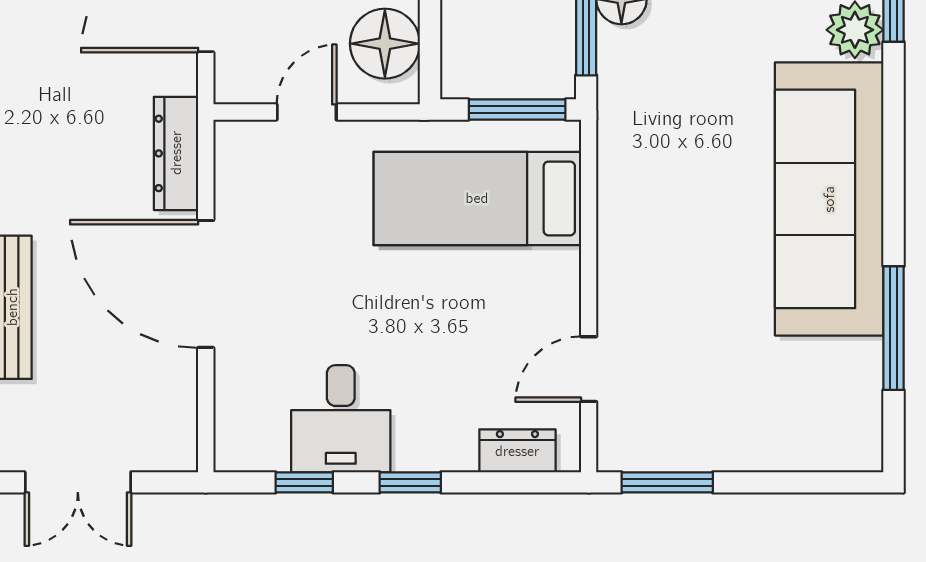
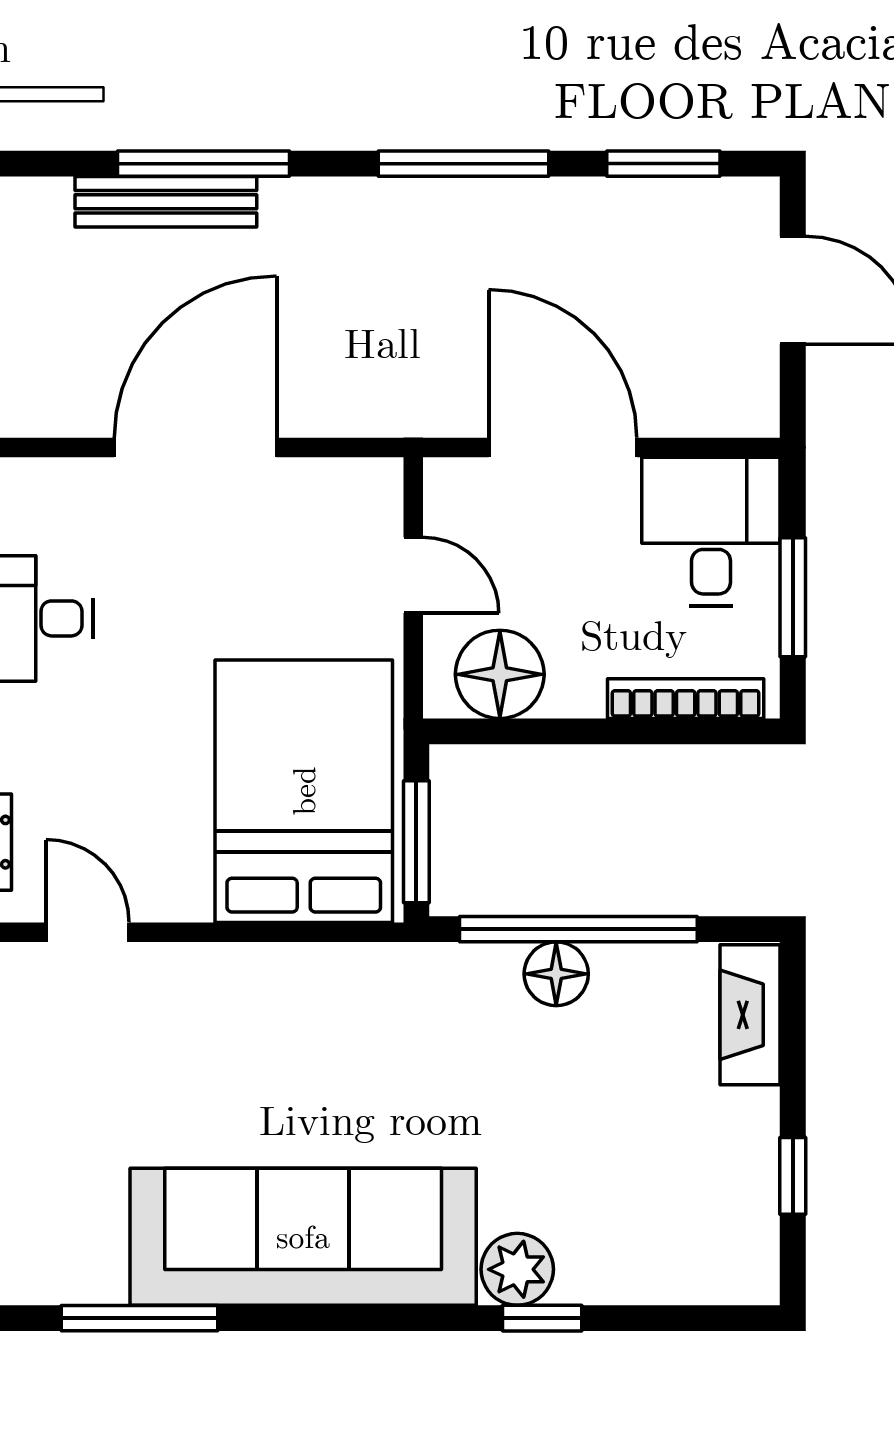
dresser: (176, 153) -> (361, 410), removed
bed: (477, 198) -> (304, 791), width x1.50

